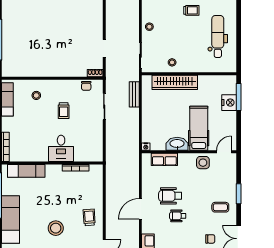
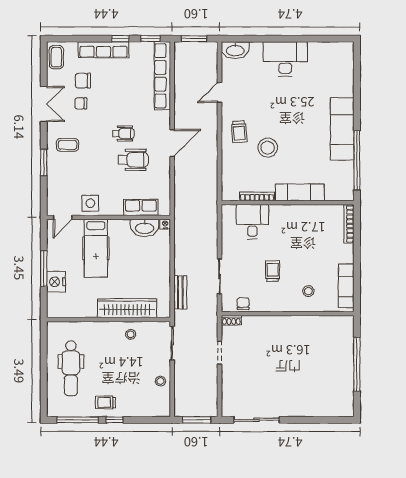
window: (239, 97) -> (44, 269), moved
washbasin: (177, 144) -> (145, 228), moved
desk: (61, 148) -> (252, 222), moved
exam couch: (26, 171) -> (300, 192), moved
stool: (56, 228) -> (268, 148), moved

